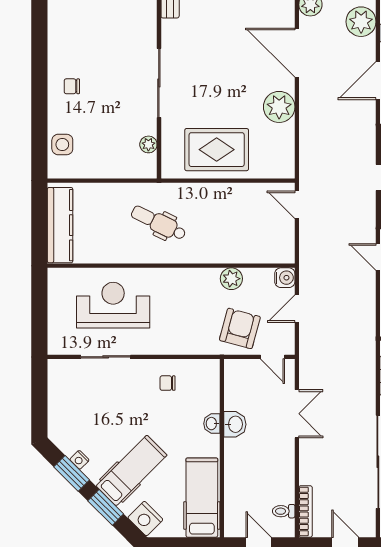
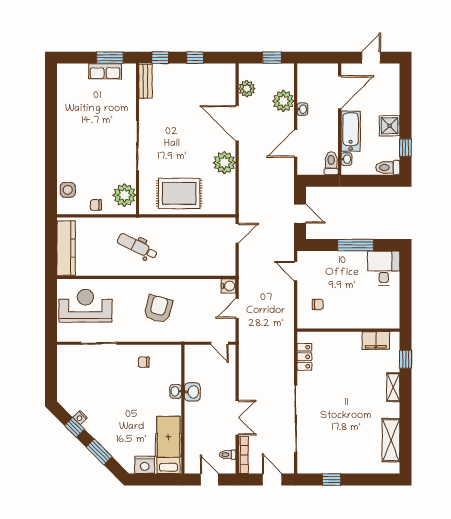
chair: (72, 86) -> (96, 205), moved
plant: (148, 144) -> (124, 195), width x1.87, depth x1.87
door: (297, 205) -> (237, 233), swing flipped
plant: (231, 279) -> (190, 287), removed
reception desk: (113, 305) -> (85, 306), moved
armchair: (240, 328) -> (158, 309), moved
double door: (297, 414) -> (237, 418), moved
hospital bed: (132, 471) -> (118, 425), removed
window: (72, 473) -> (74, 427), width x0.67
nightstand: (145, 519) -> (145, 465), moved, turned -45

